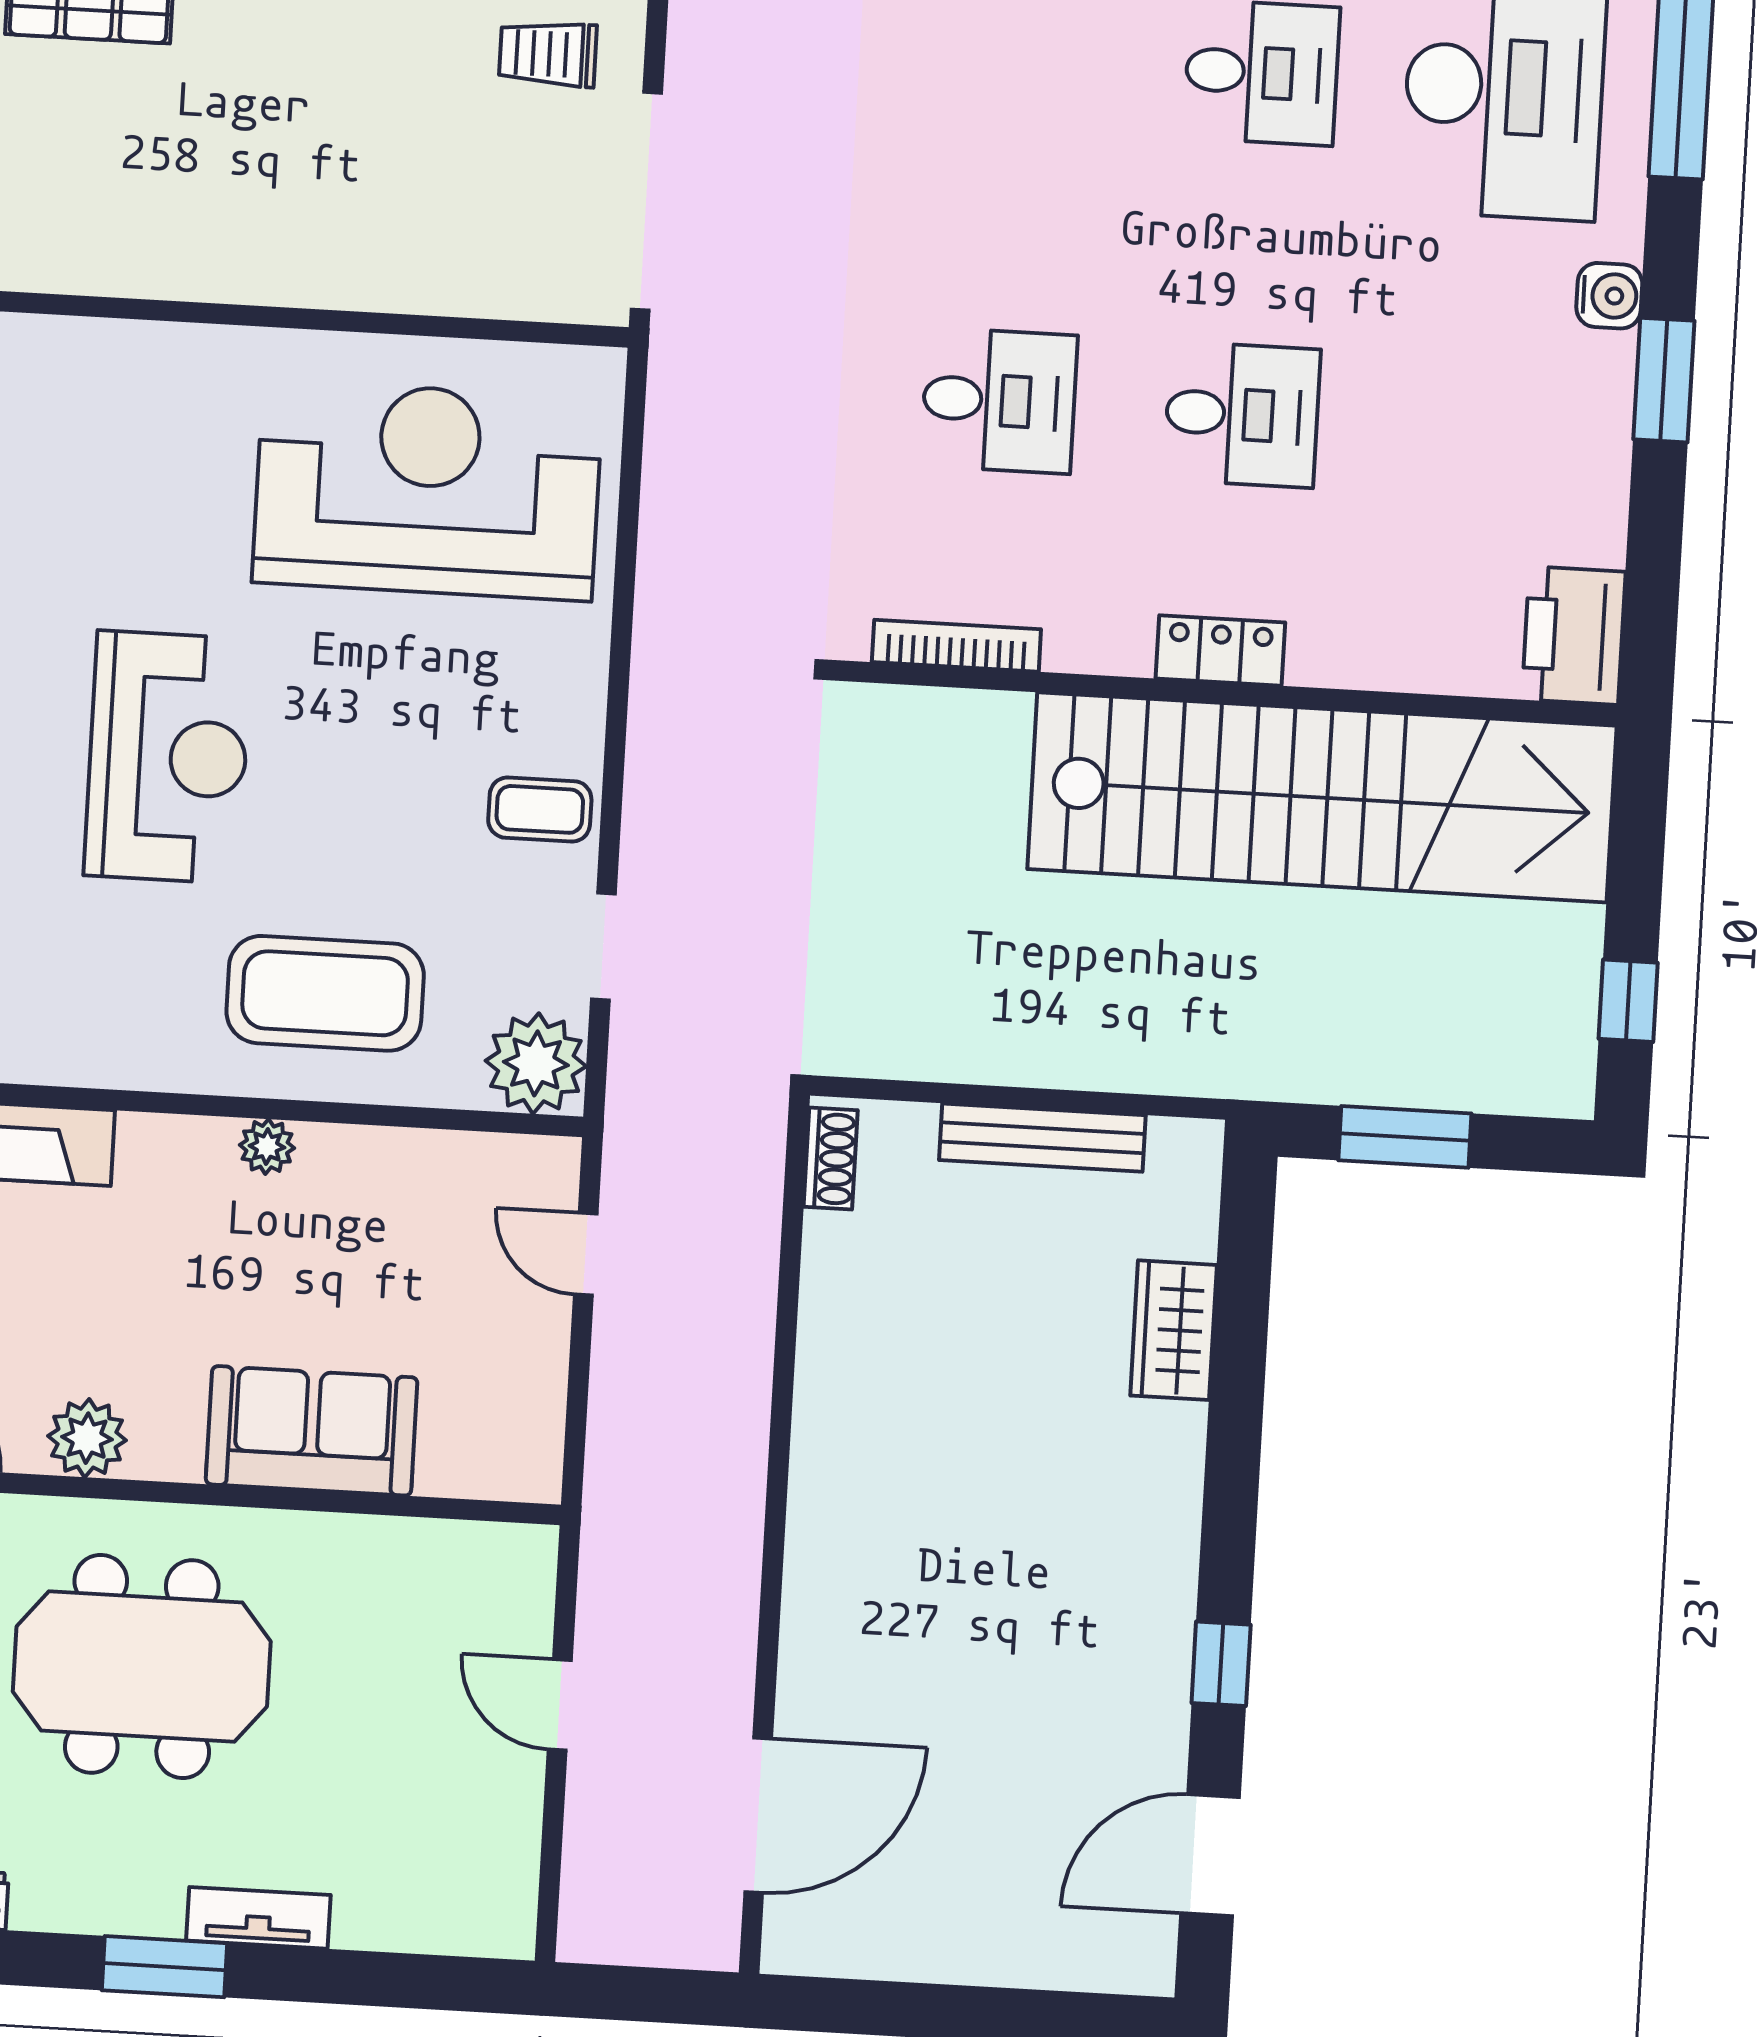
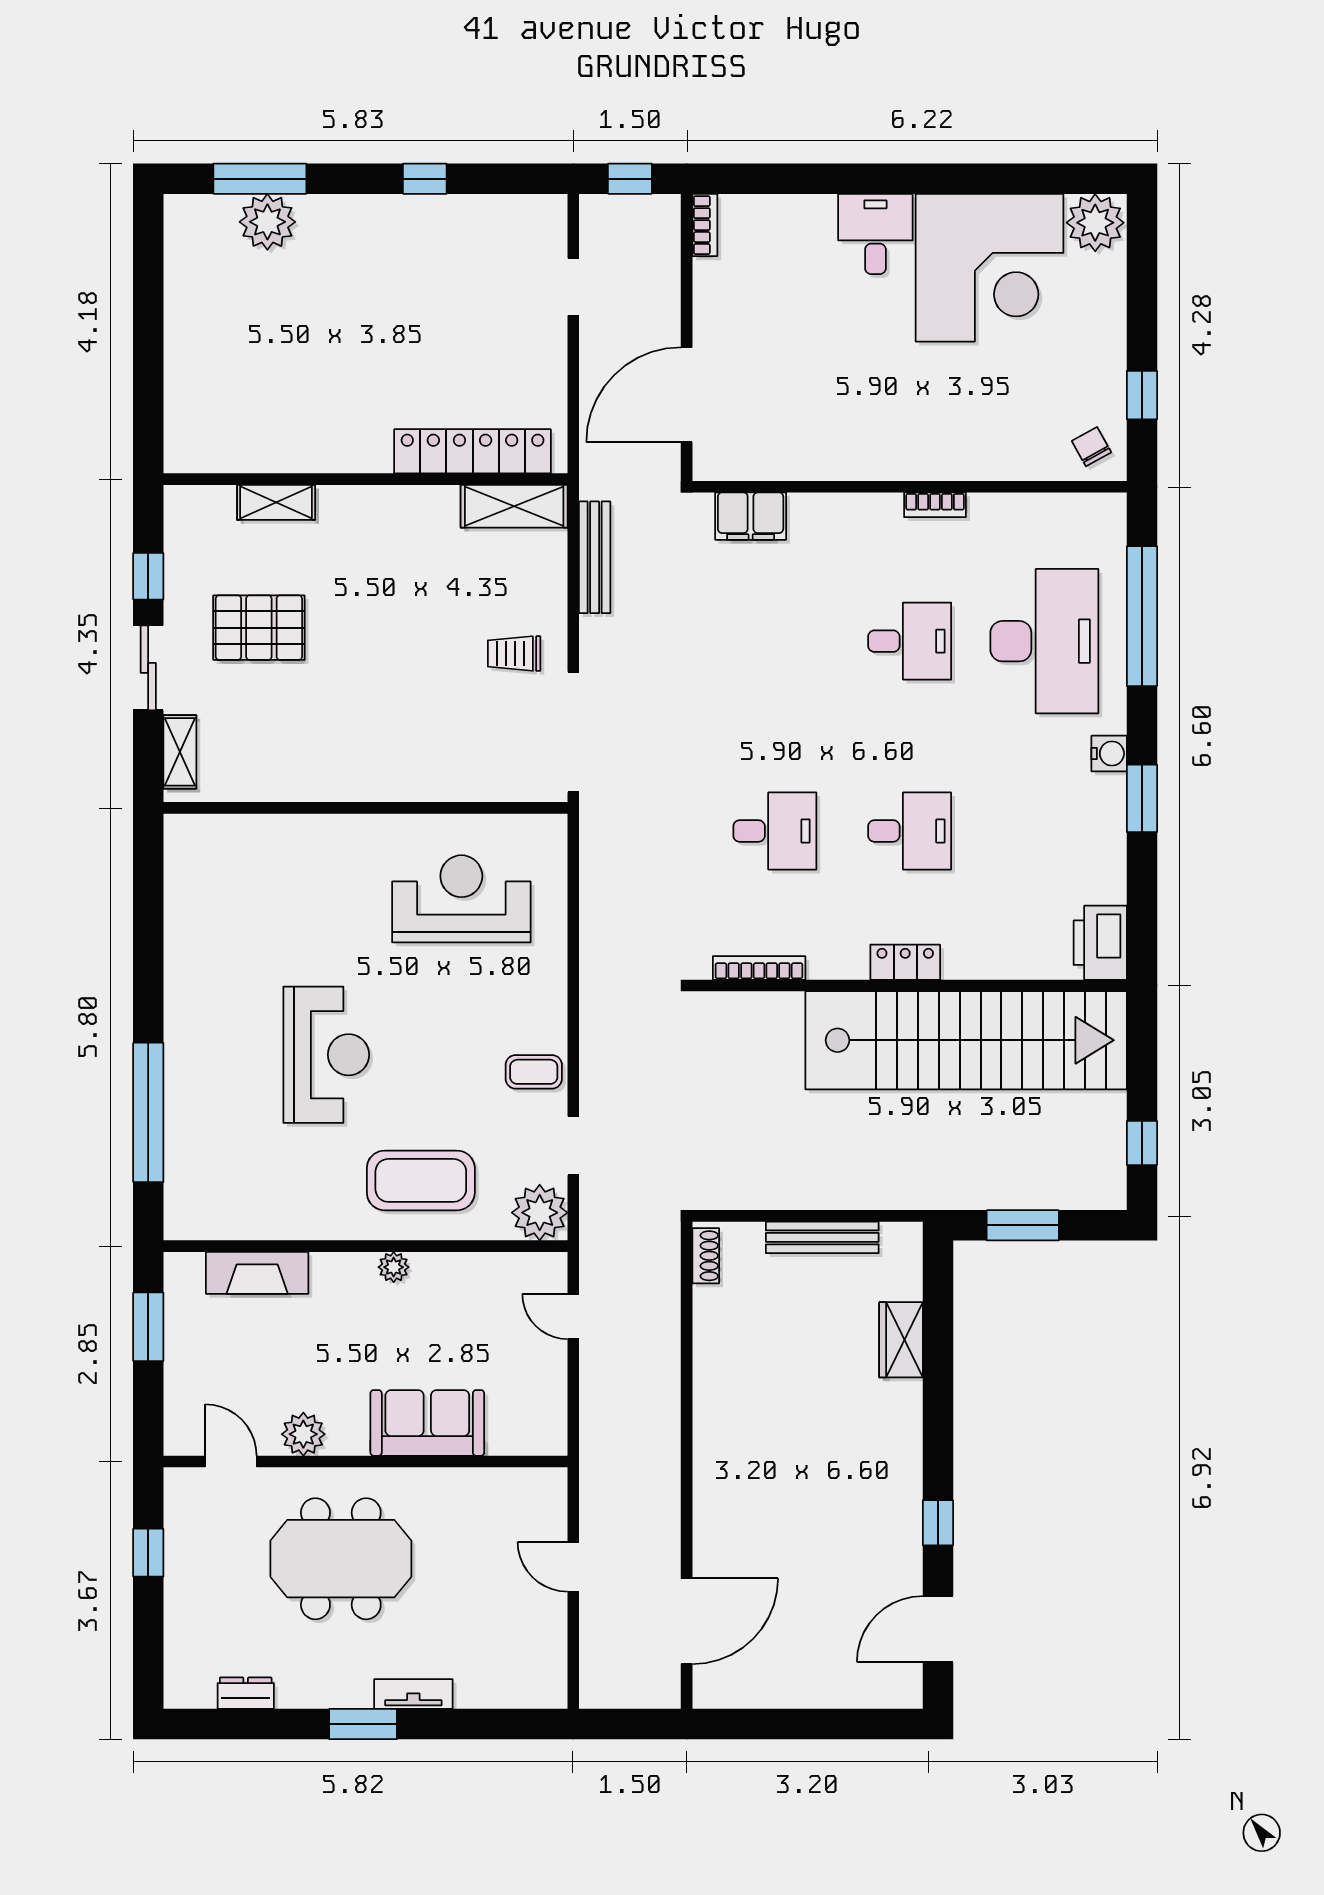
reception desk: (427, 490) -> (461, 899), width x0.74, depth x0.77

